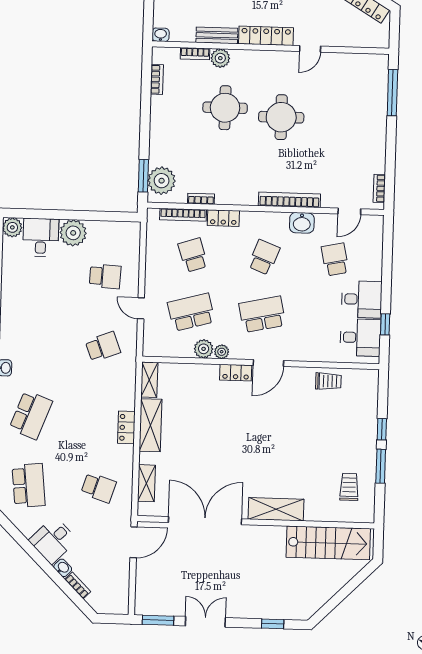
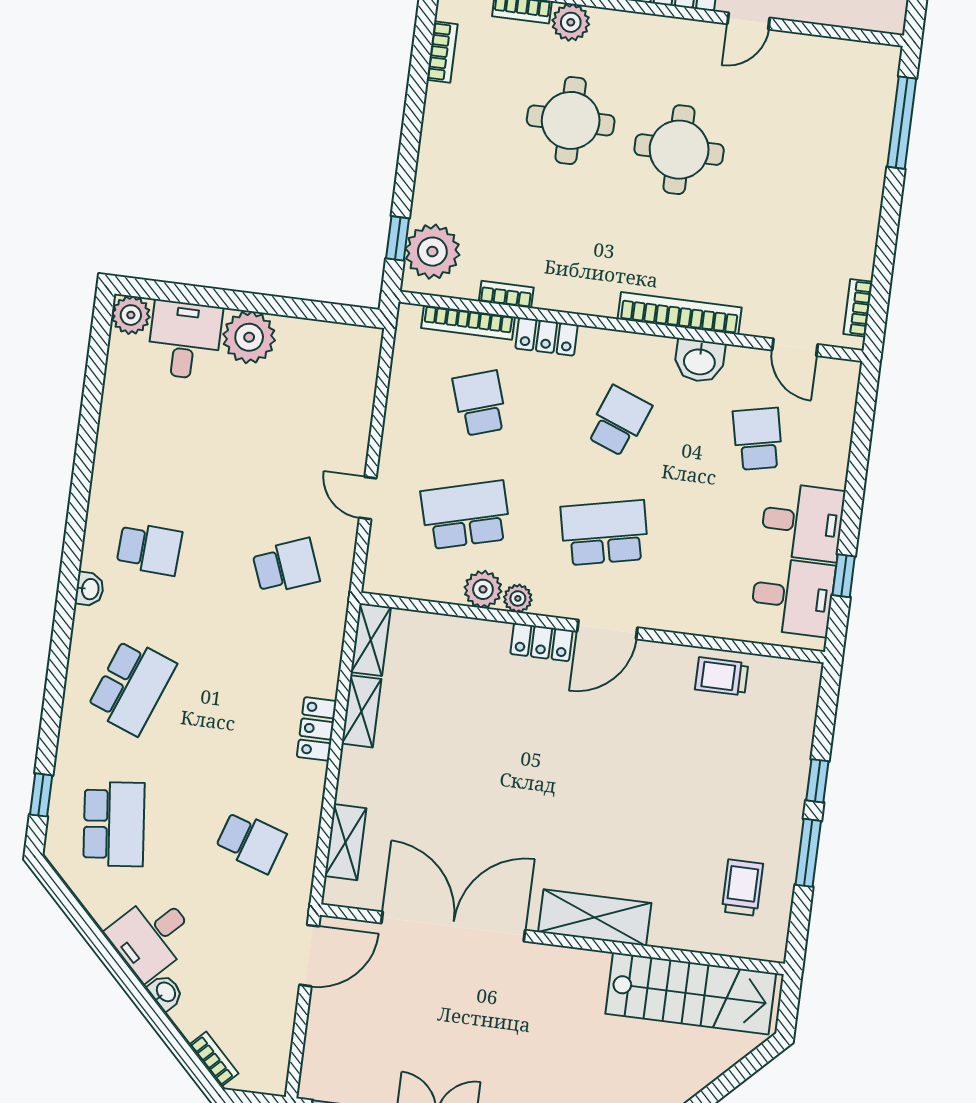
window: (143, 176) -> (398, 238), width x0.67
door: (349, 211) -> (795, 347), hinge flipped
school desk: (105, 276) -> (149, 549), moved
trolley: (328, 381) -> (722, 676), turned 180
shelving: (150, 425) -> (361, 711), width x0.67, depth x0.75
bookcase: (78, 586) -> (214, 1059), moved

